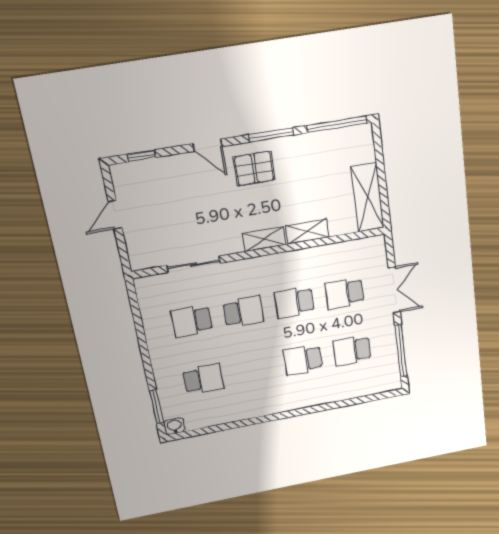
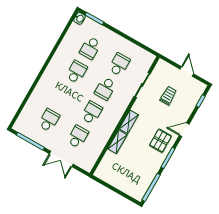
shelving: (368, 197) -> (111, 178), removed
trolley: (176, 213) -> (168, 96), added
school desk: (303, 360) -> (76, 72), moved

